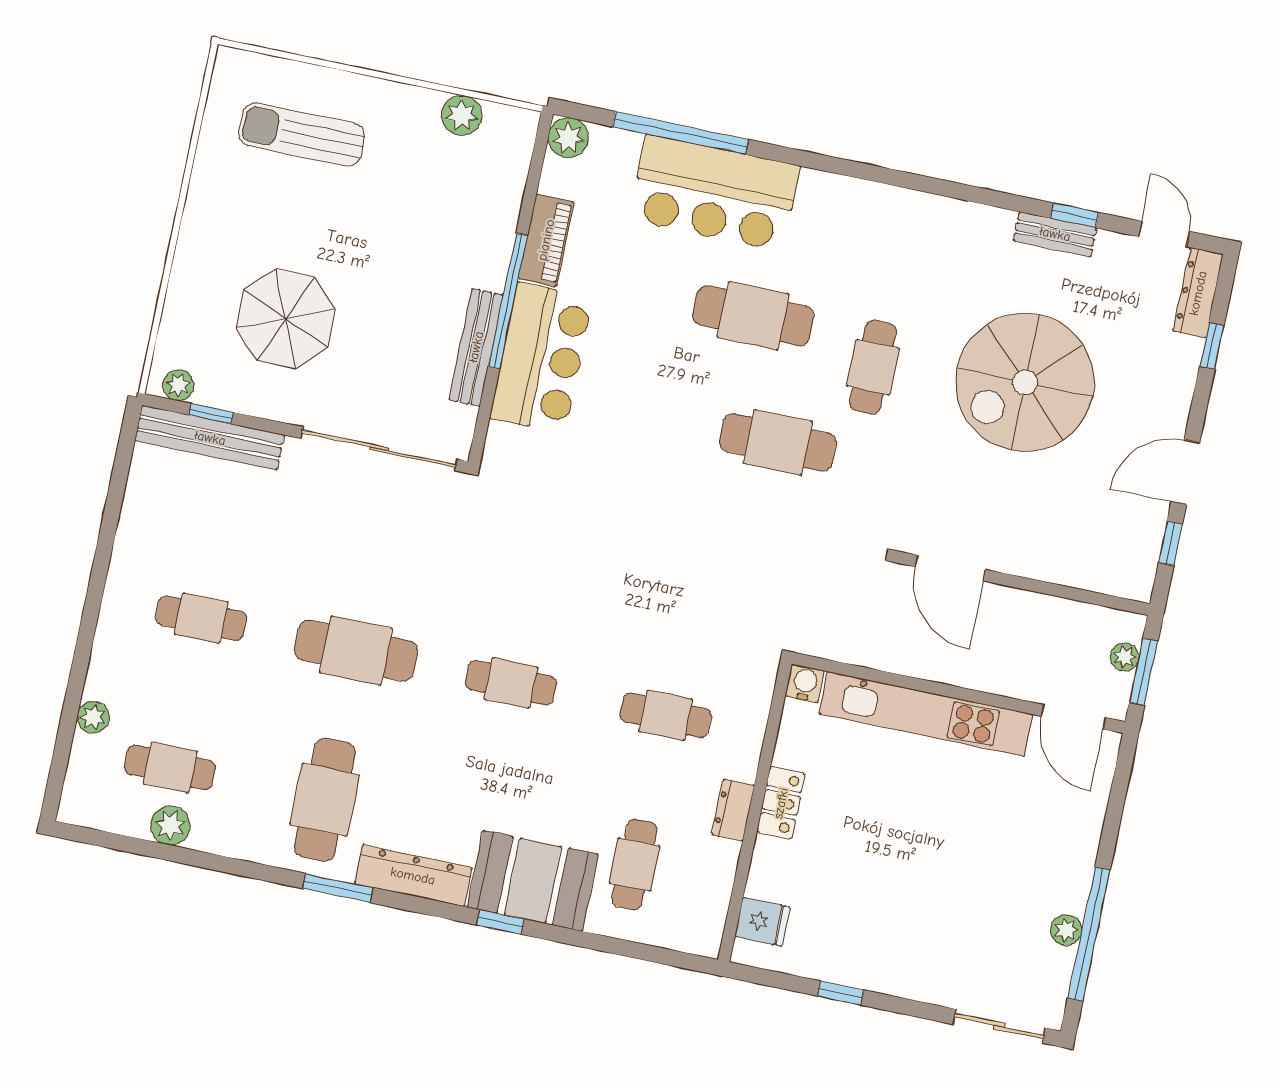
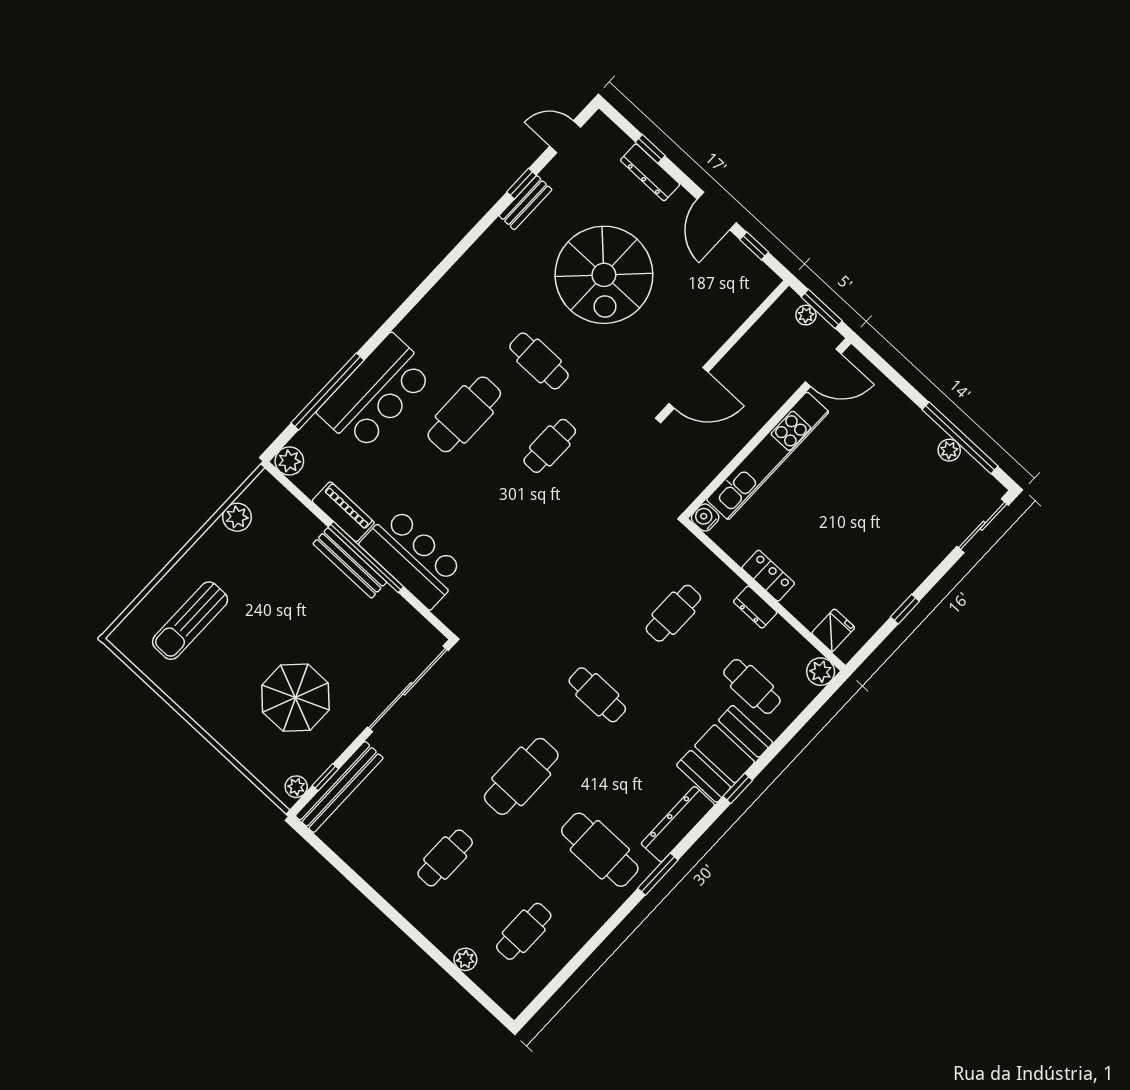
dresser: (1198, 293) -> (650, 172), moved
bench: (476, 347) -> (350, 563), moved
cafe table: (778, 442) -> (550, 446), width x0.73, depth x0.74
cafe table: (511, 683) -> (597, 695), turned 90
plant: (170, 825) -> (821, 672), moved

